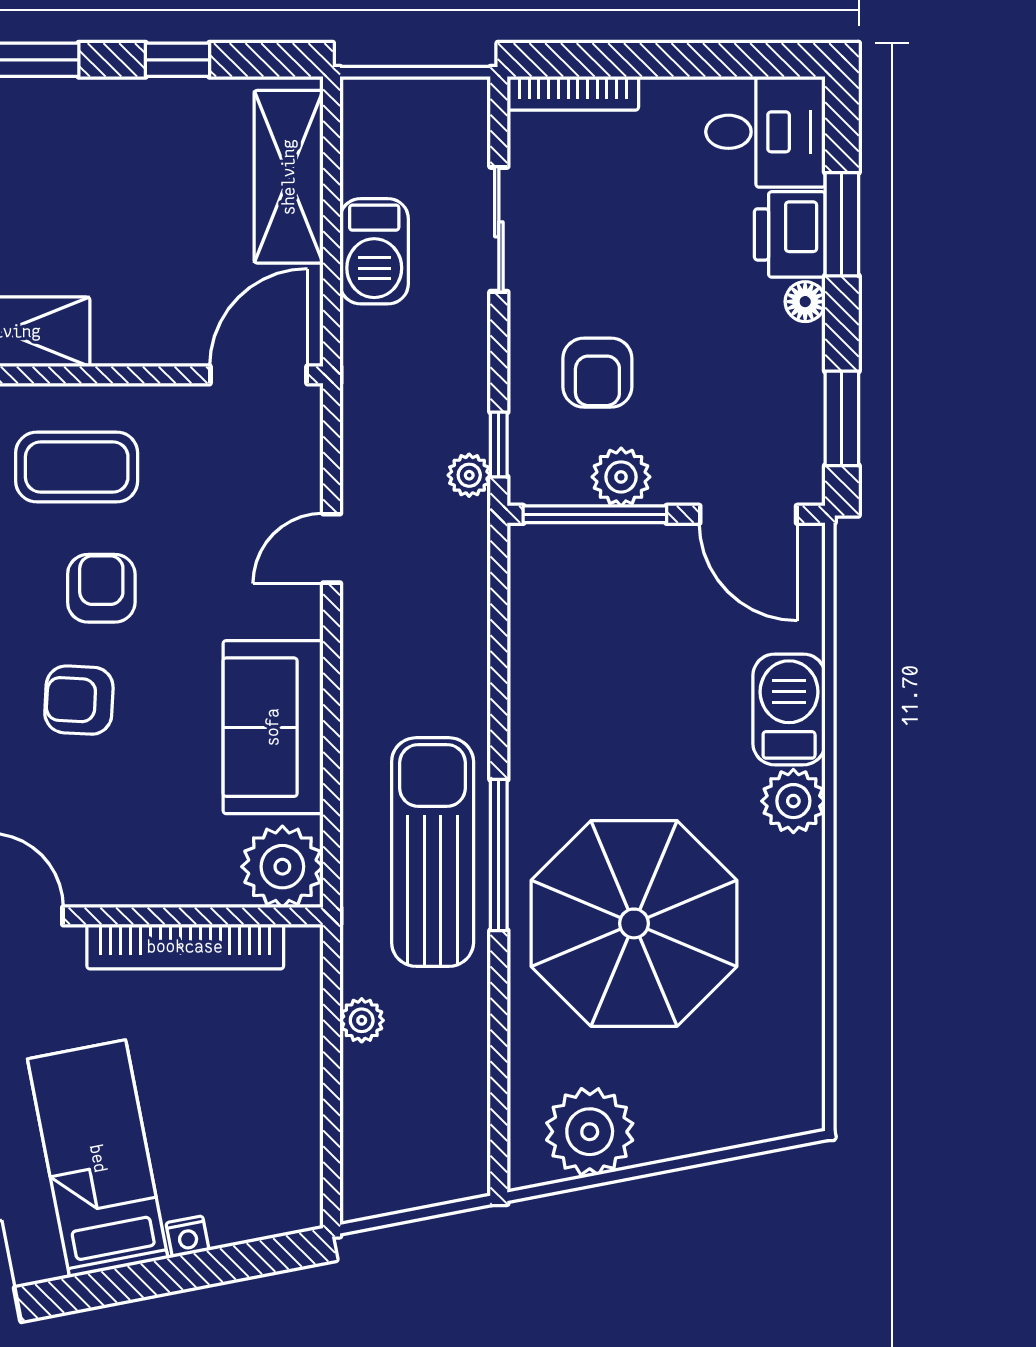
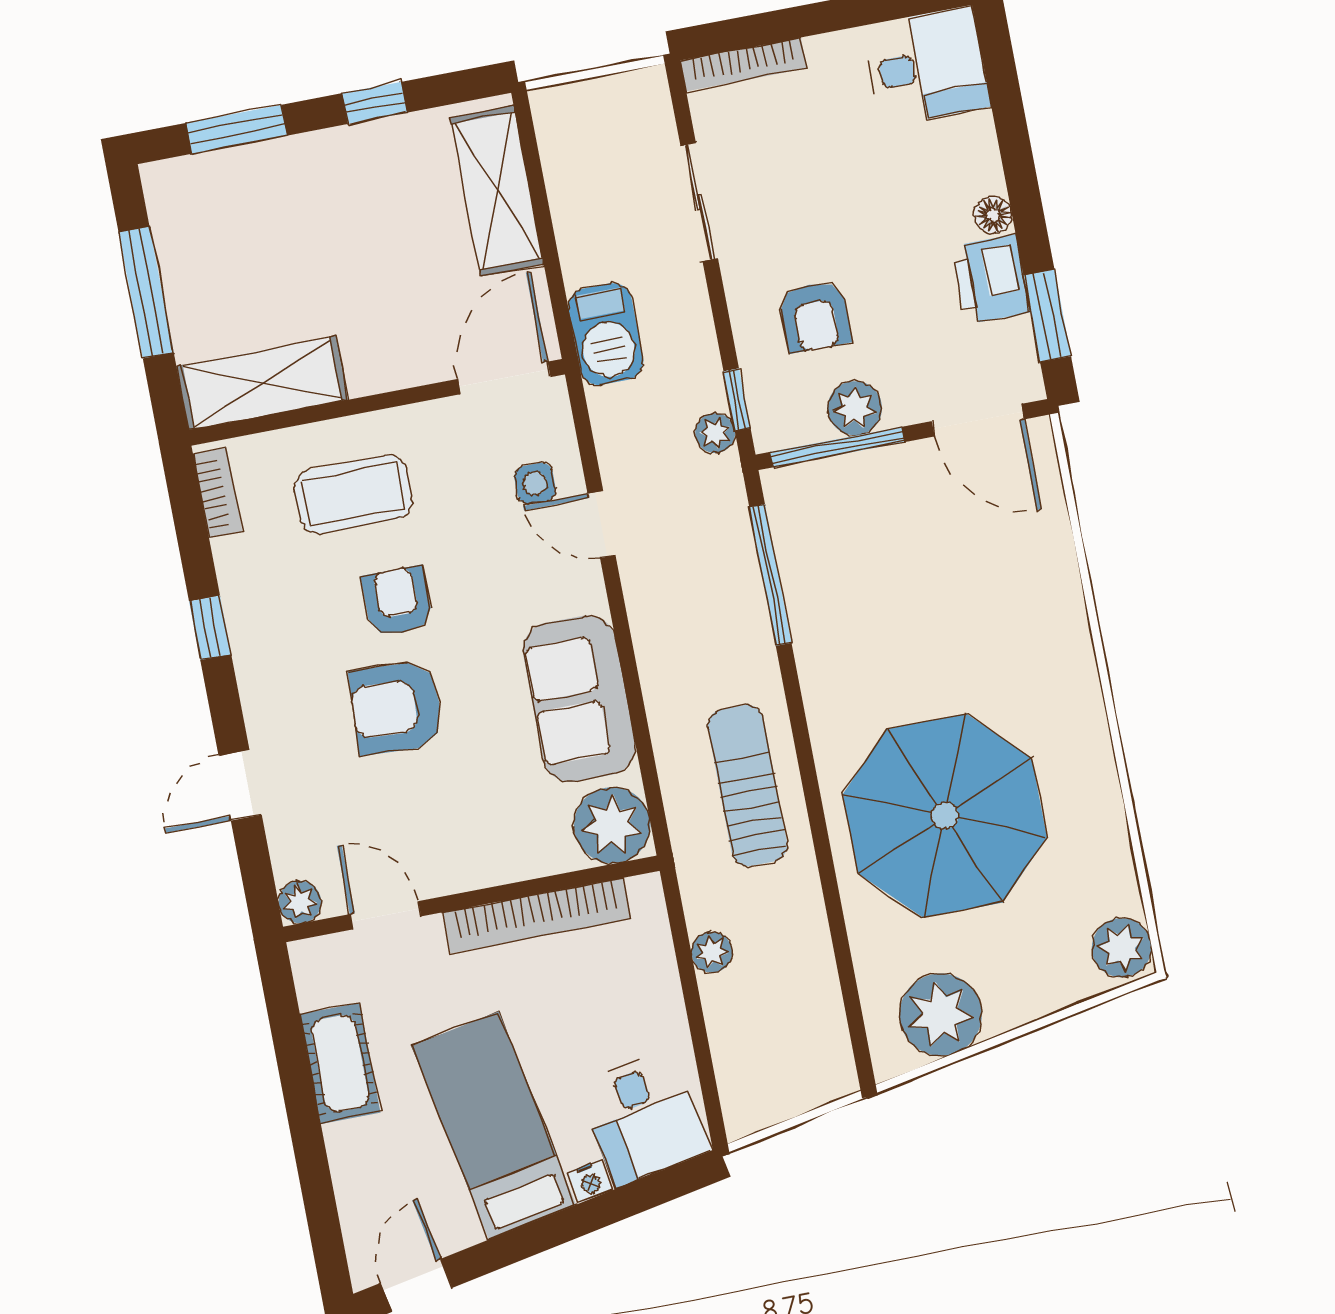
window: (842, 224) -> (1013, 138), removed
printer: (790, 234) -> (991, 279), moved
barbecue: (374, 251) -> (606, 334), moved
side table: (270, 492) -> (535, 483), added
door: (332, 548) -> (602, 524), hinge flipped
armchair: (79, 700) -> (396, 708), width x1.38, depth x1.38
barbecue: (789, 709) -> (1050, 592), removed
plant: (793, 801) -> (1122, 948), moved
sun lounger: (433, 852) -> (747, 785), width x0.73, depth x0.75
window: (499, 855) -> (770, 575), moved
desk: (256, 1181) -> (643, 1118), added

